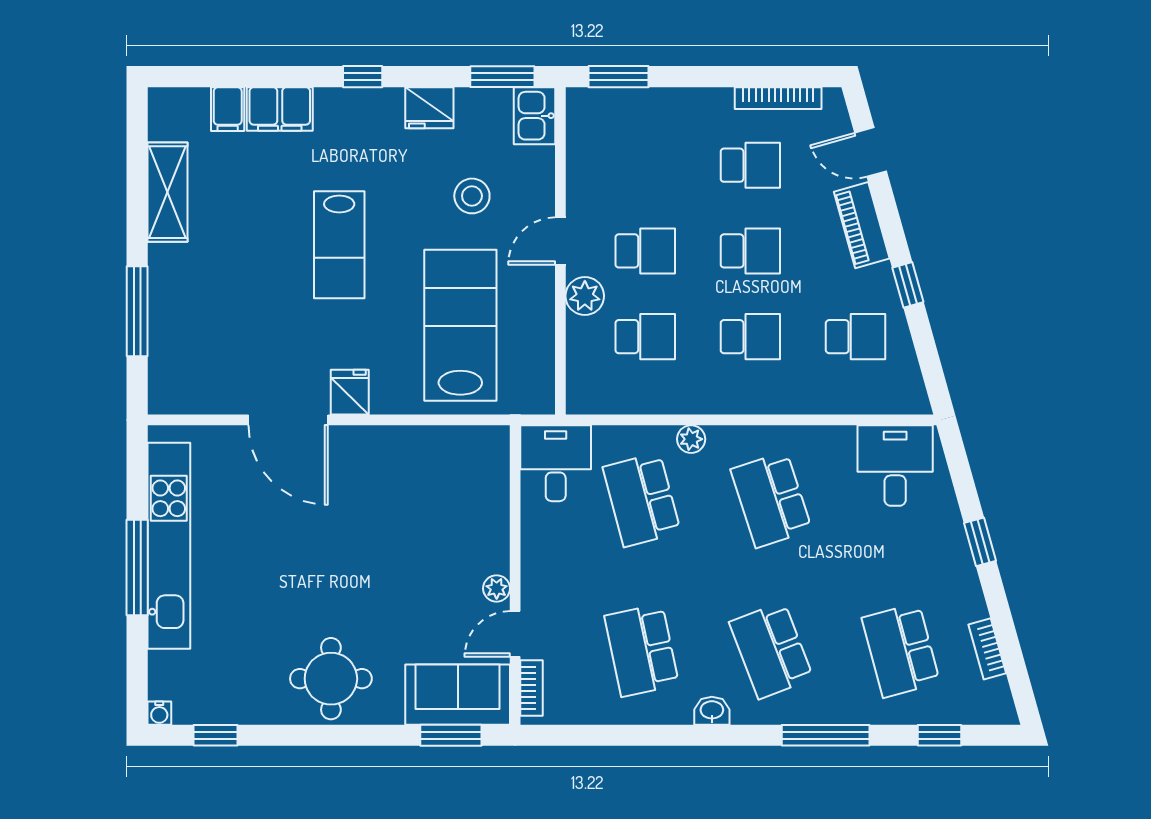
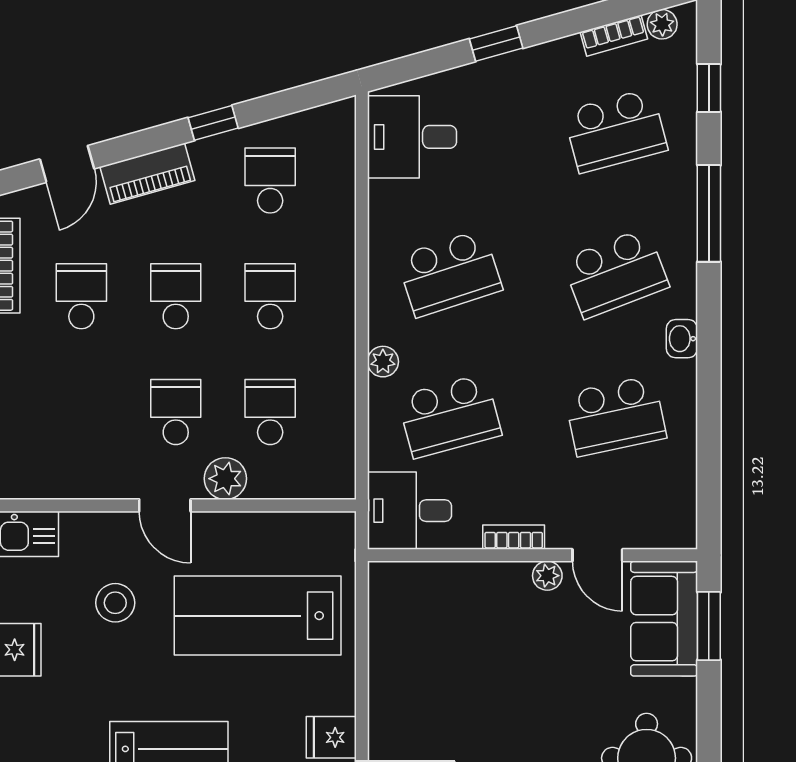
bookcase: (532, 688) -> (514, 537), moved
plant: (997, 693) -> (662, 24), added

